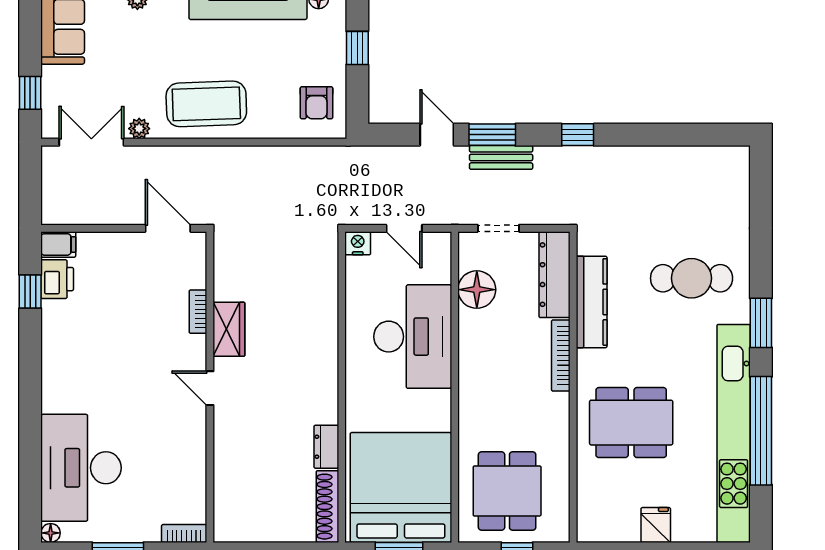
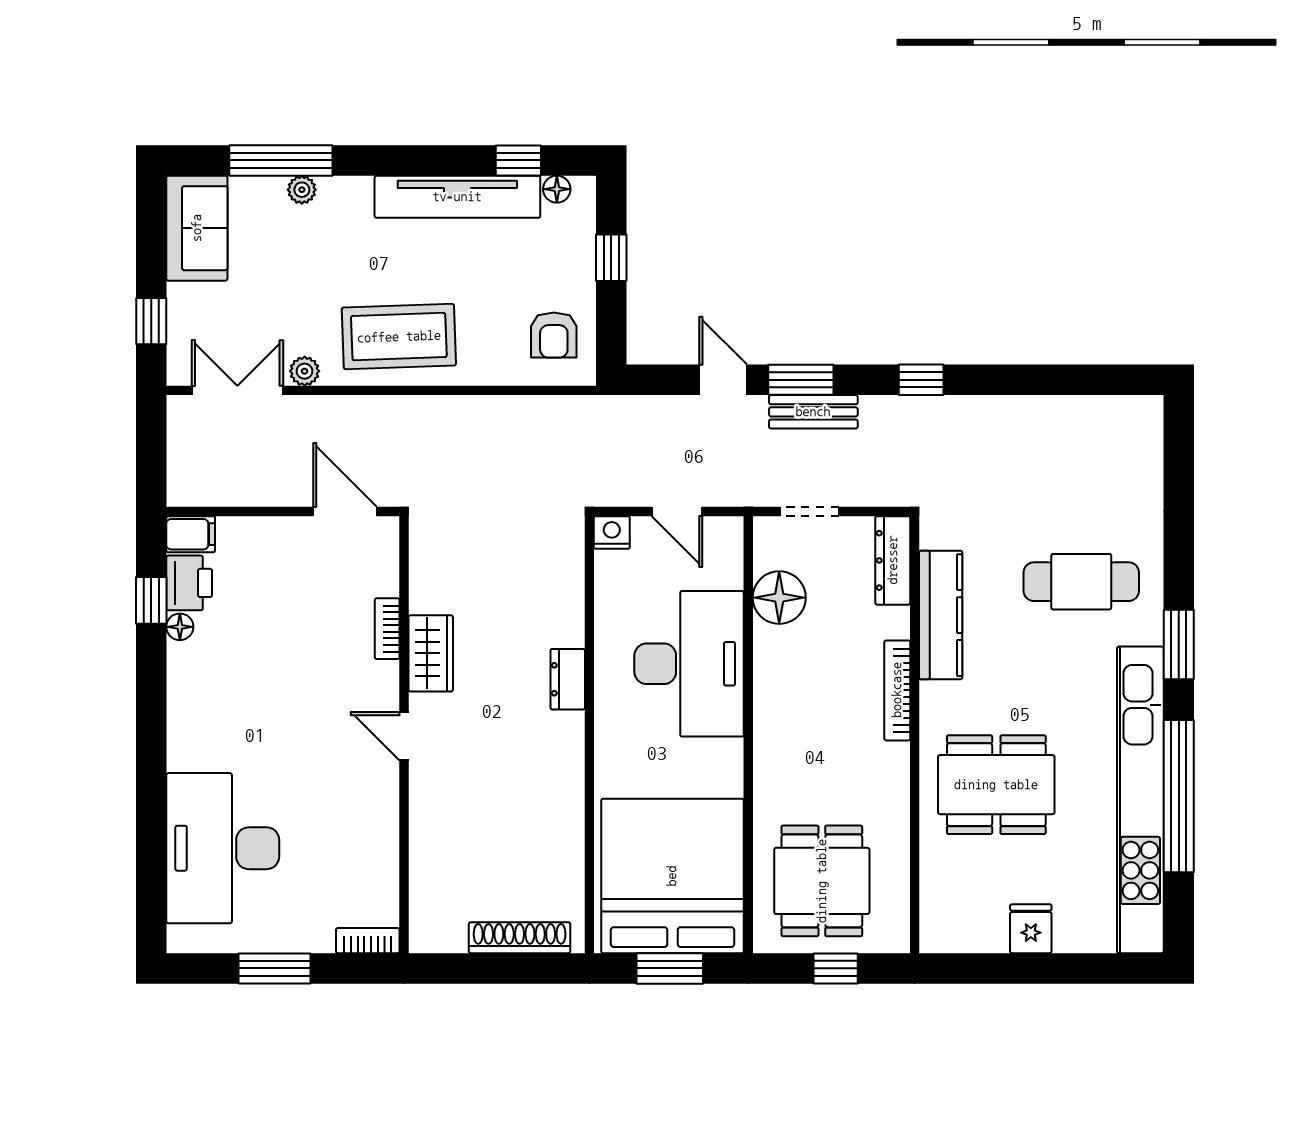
dresser: (555, 275) -> (893, 560), width x0.73, depth x0.80
dresser: (326, 447) -> (568, 679), moved
shoe rack: (327, 507) -> (520, 938), moved, turned 90
floor lamp: (51, 533) -> (180, 627), moved

